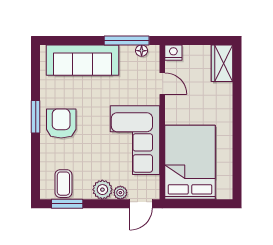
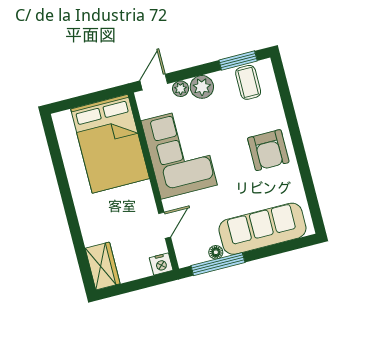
floor lamp: (142, 51) -> (216, 252), moved
door: (162, 84) -> (165, 225), swing flipped
window: (36, 117) -> (299, 150), removed

